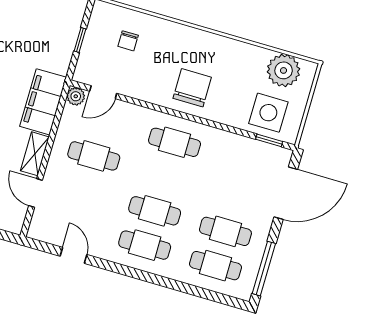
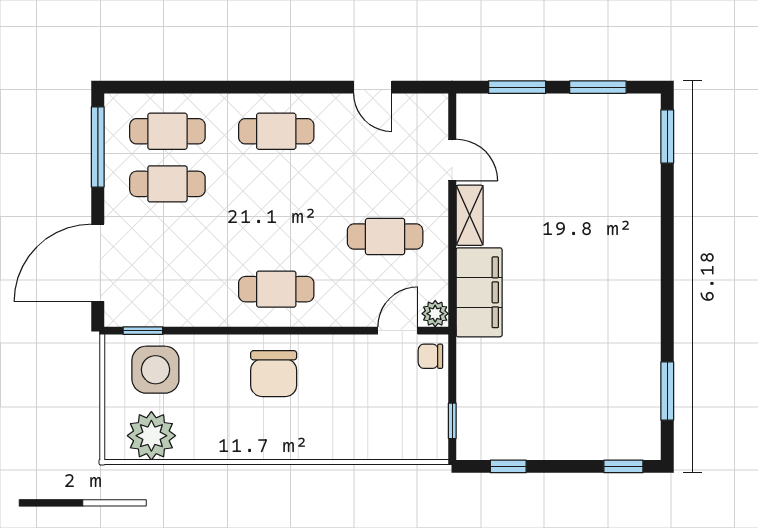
window: (80, 40) -> (452, 421), moved
chair: (128, 41) -> (430, 356), moved, turned -90
cafe table: (155, 211) -> (276, 184), removed

